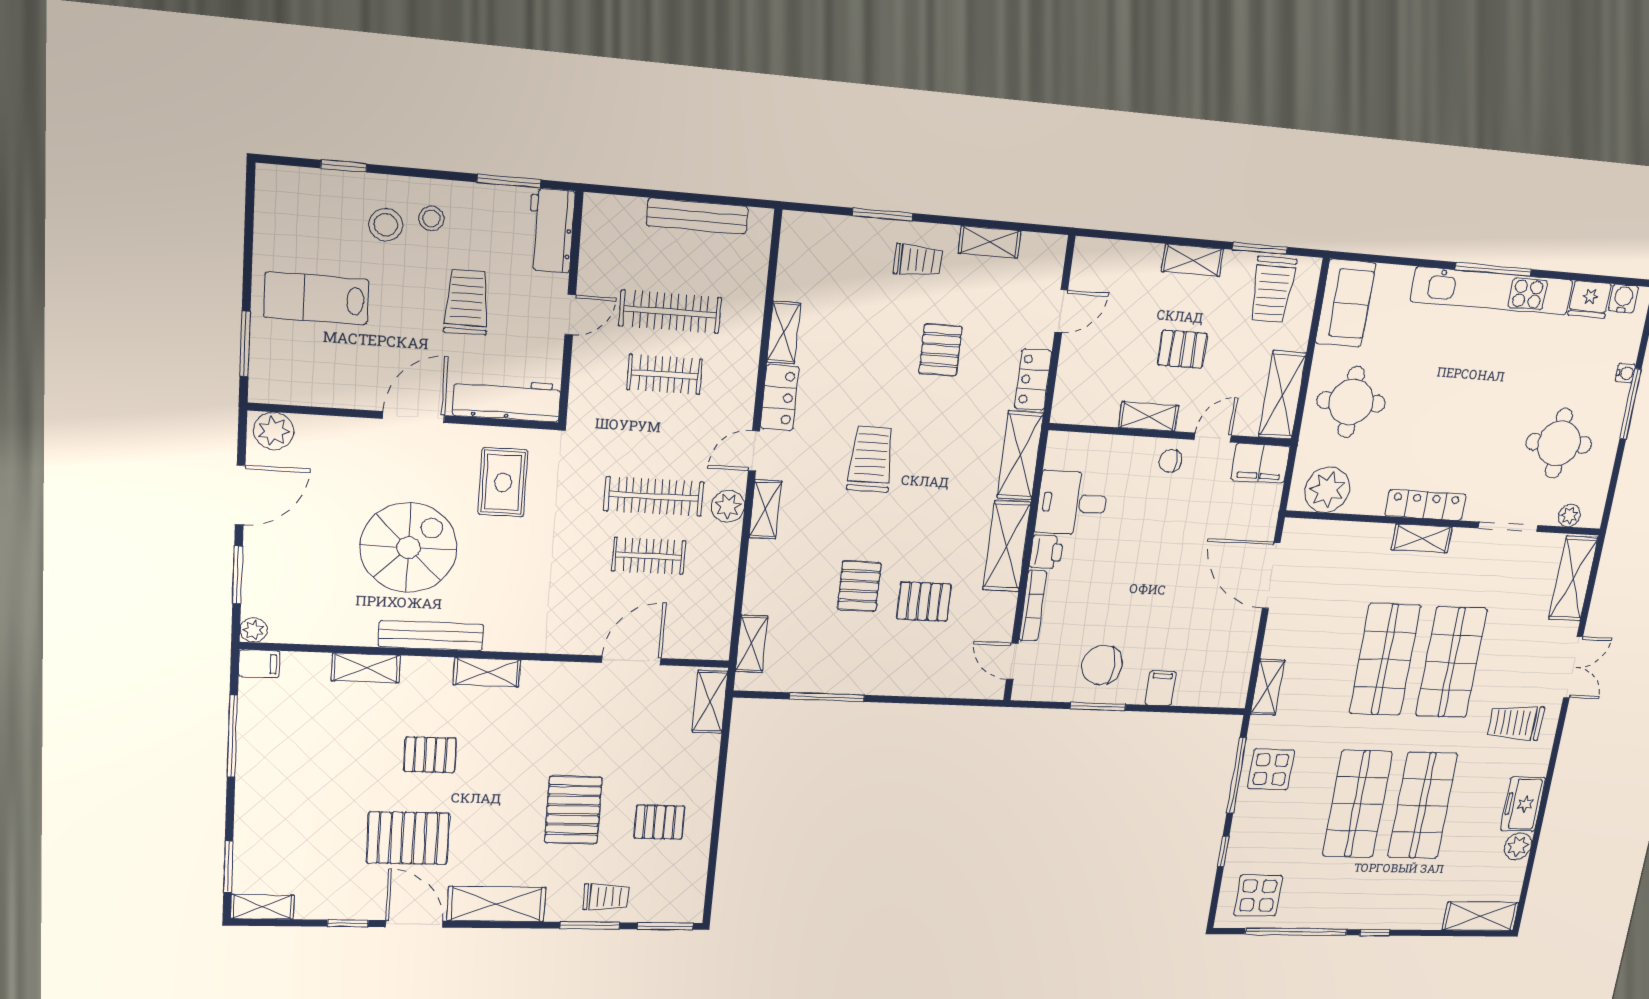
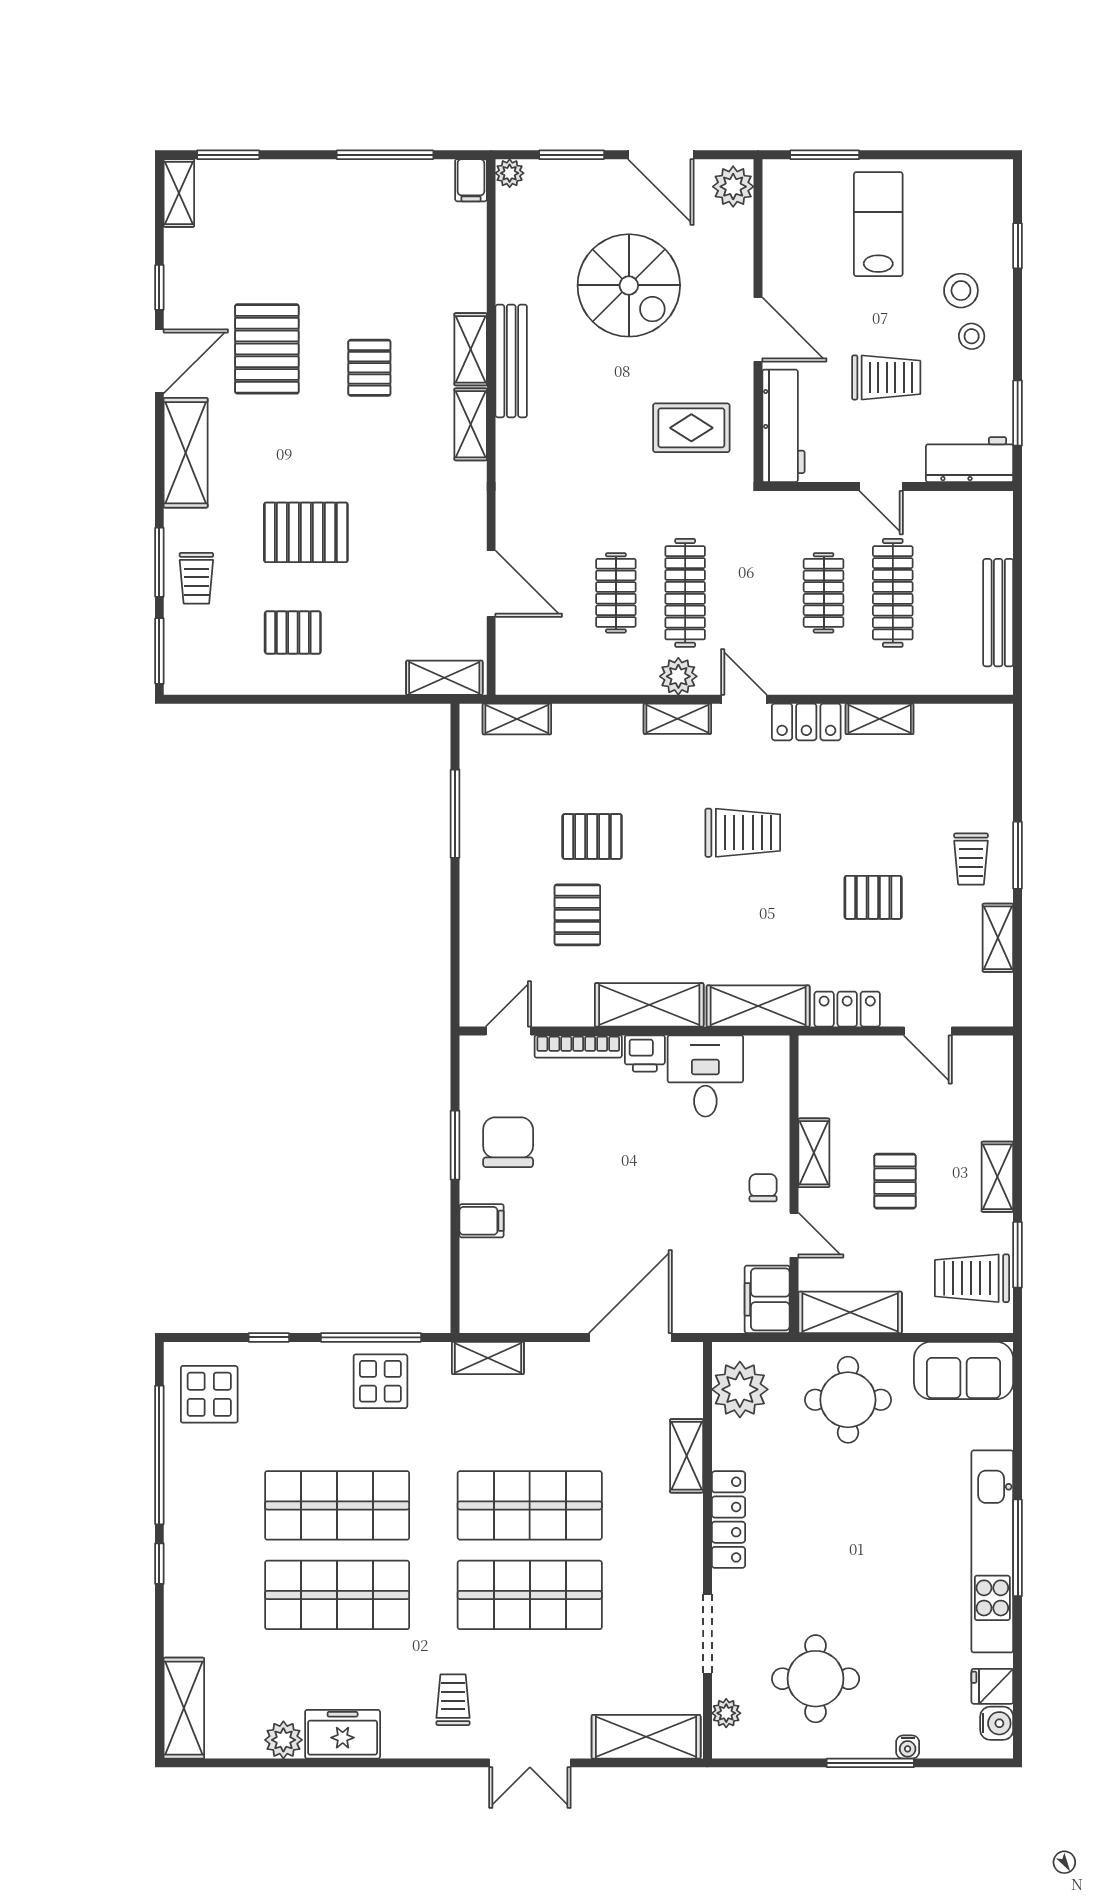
window: (883, 214) -> (1018, 855), moved
fridge: (1590, 299) -> (992, 1686), width x0.72
shelving: (1422, 538) -> (687, 1456), moved
spiral stairs: (409, 548) -> (629, 285), moved
shelving: (366, 668) -> (471, 349), moved
trolley: (1516, 723) -> (453, 1700), width x0.73, depth x0.72
pallet: (659, 822) -> (293, 633), turned 90

